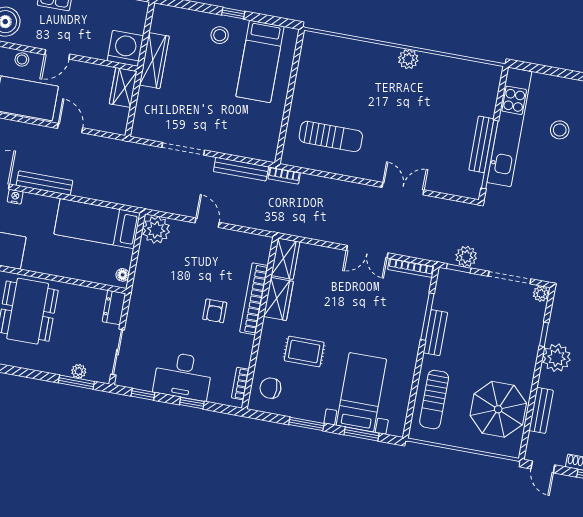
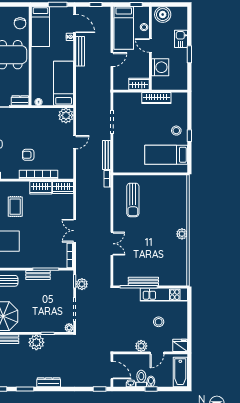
washing machine: (125, 48) -> (160, 67), moved
kitchen unit: (509, 127) -> (164, 295), width x0.73

